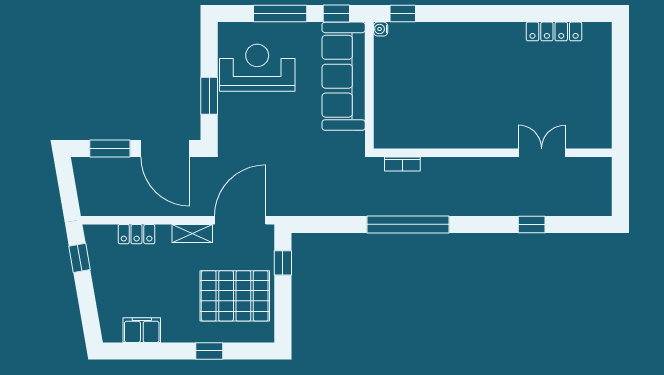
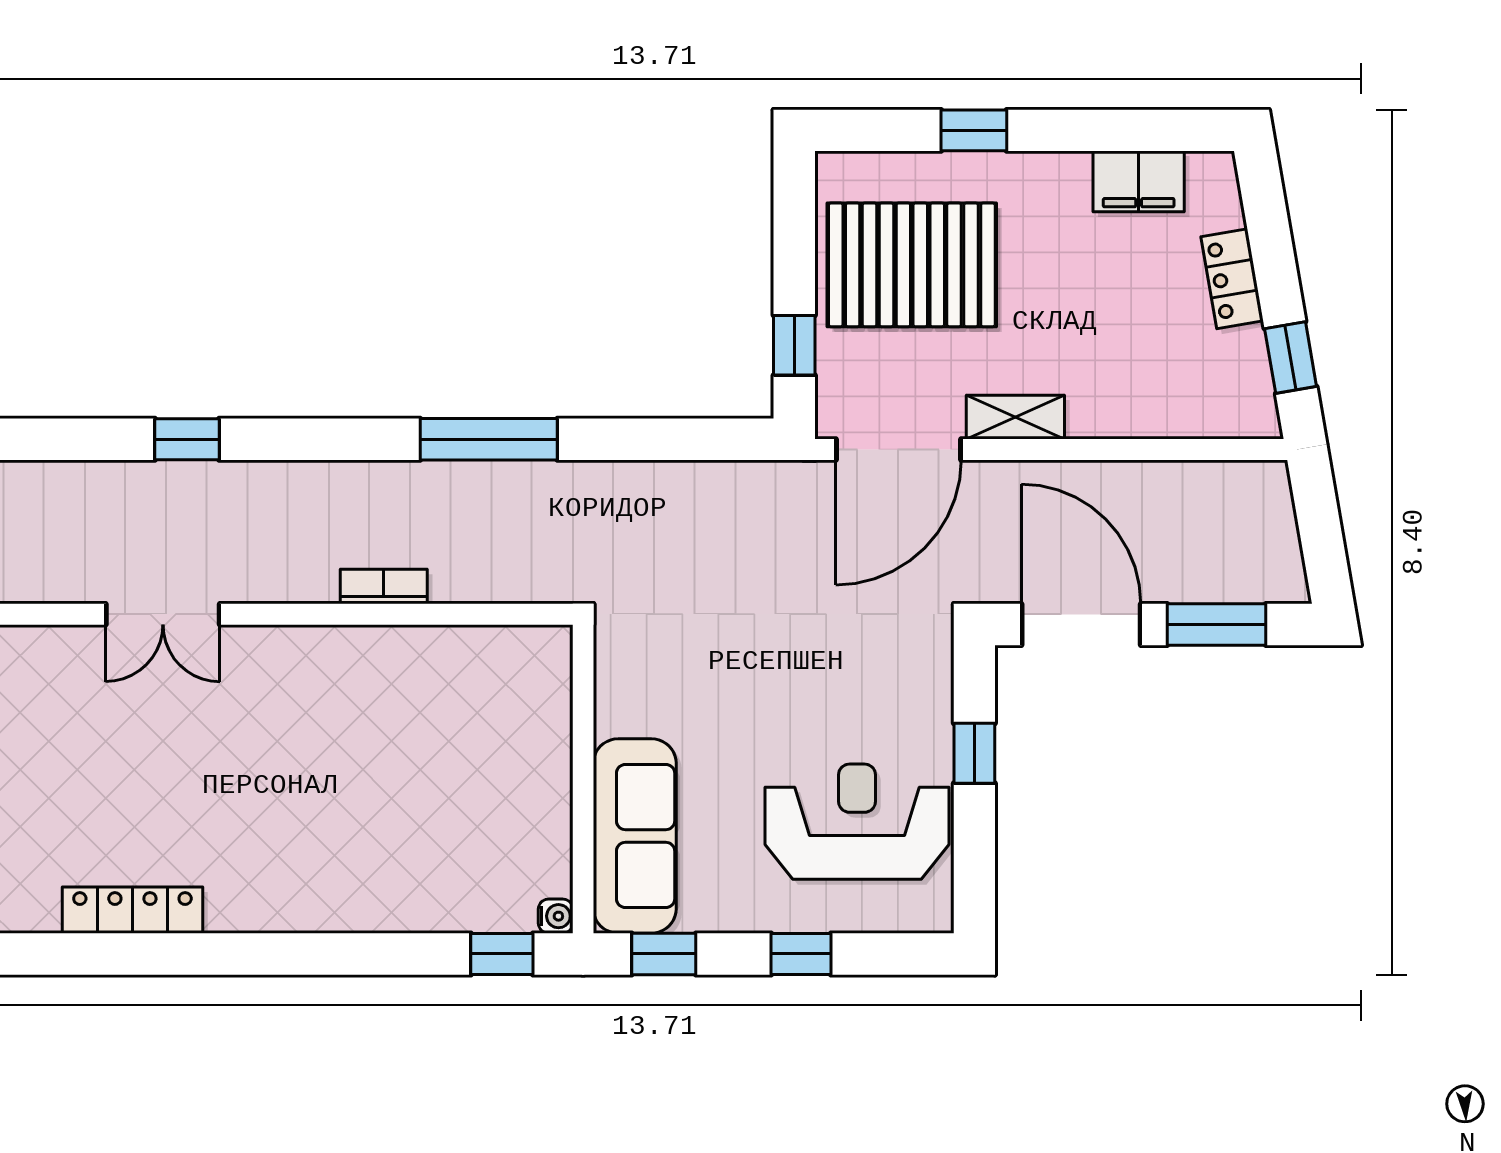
window: (280, 14) -> (801, 954), width x0.46
reception desk: (257, 68) -> (857, 822), turned 180
sofa: (344, 76) -> (635, 836), width x0.74, depth x0.79
window: (209, 96) -> (974, 753), width x0.67
bookcase: (402, 164) -> (384, 587), moved
window: (408, 224) -> (489, 439), width x0.68
locker: (137, 234) -> (1232, 279), moved, turned -100

